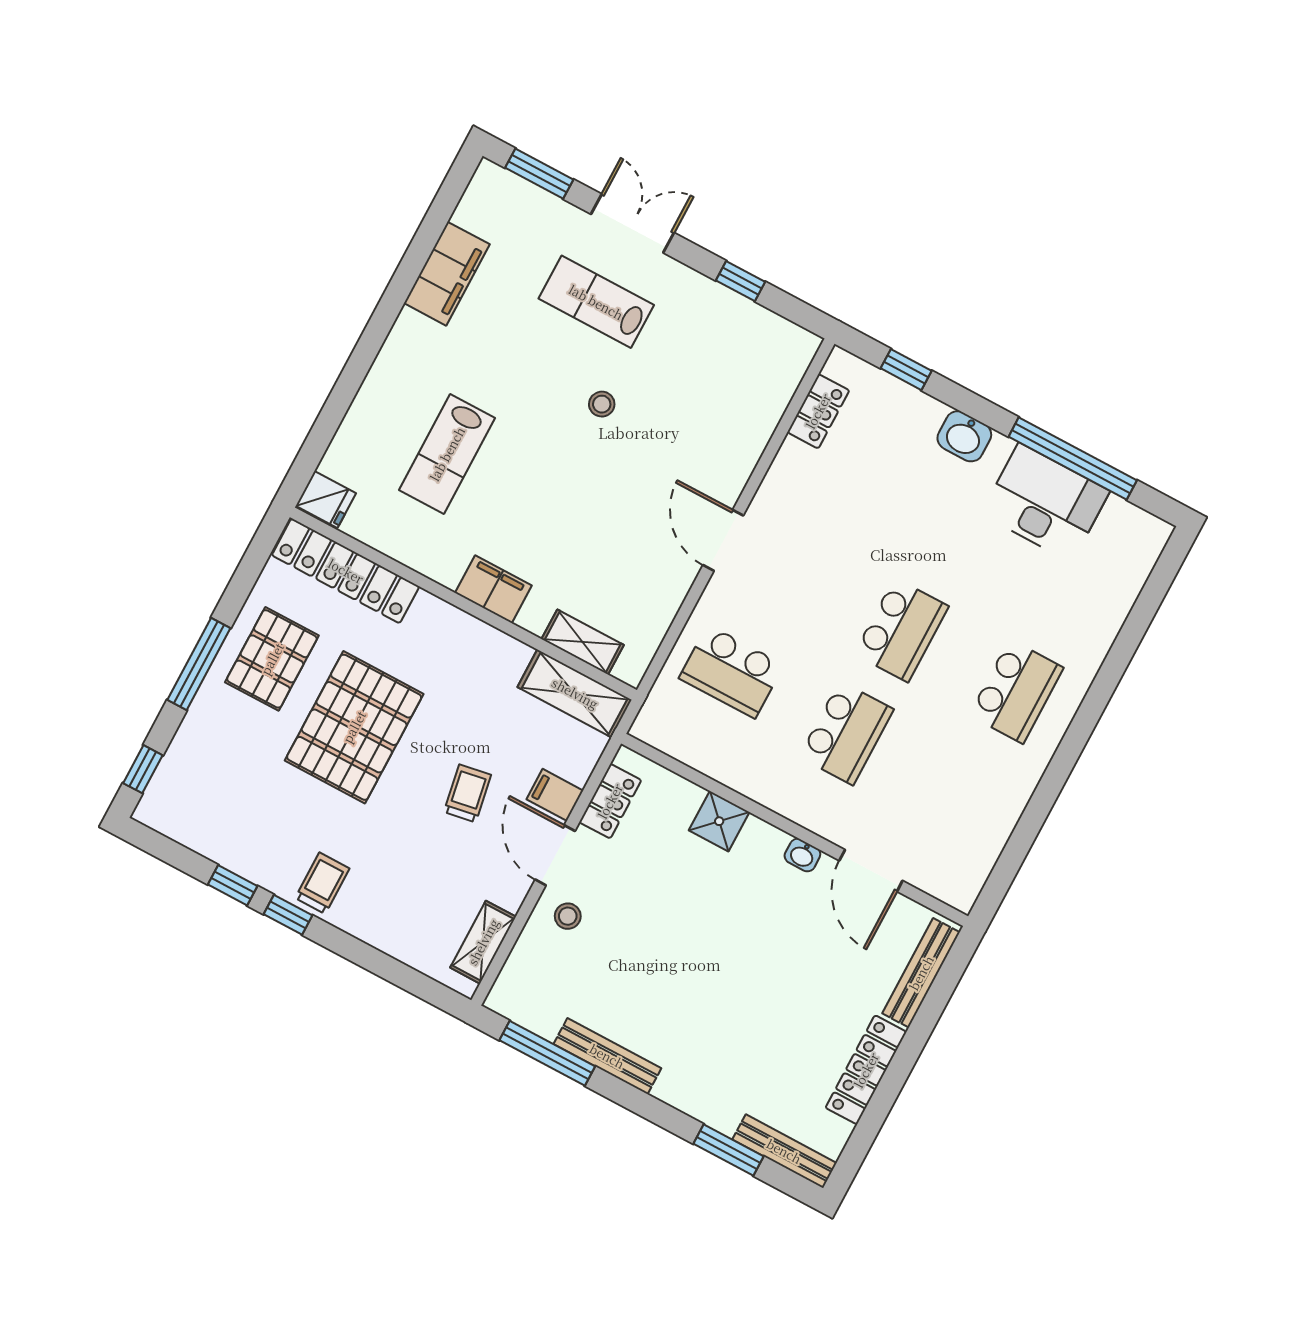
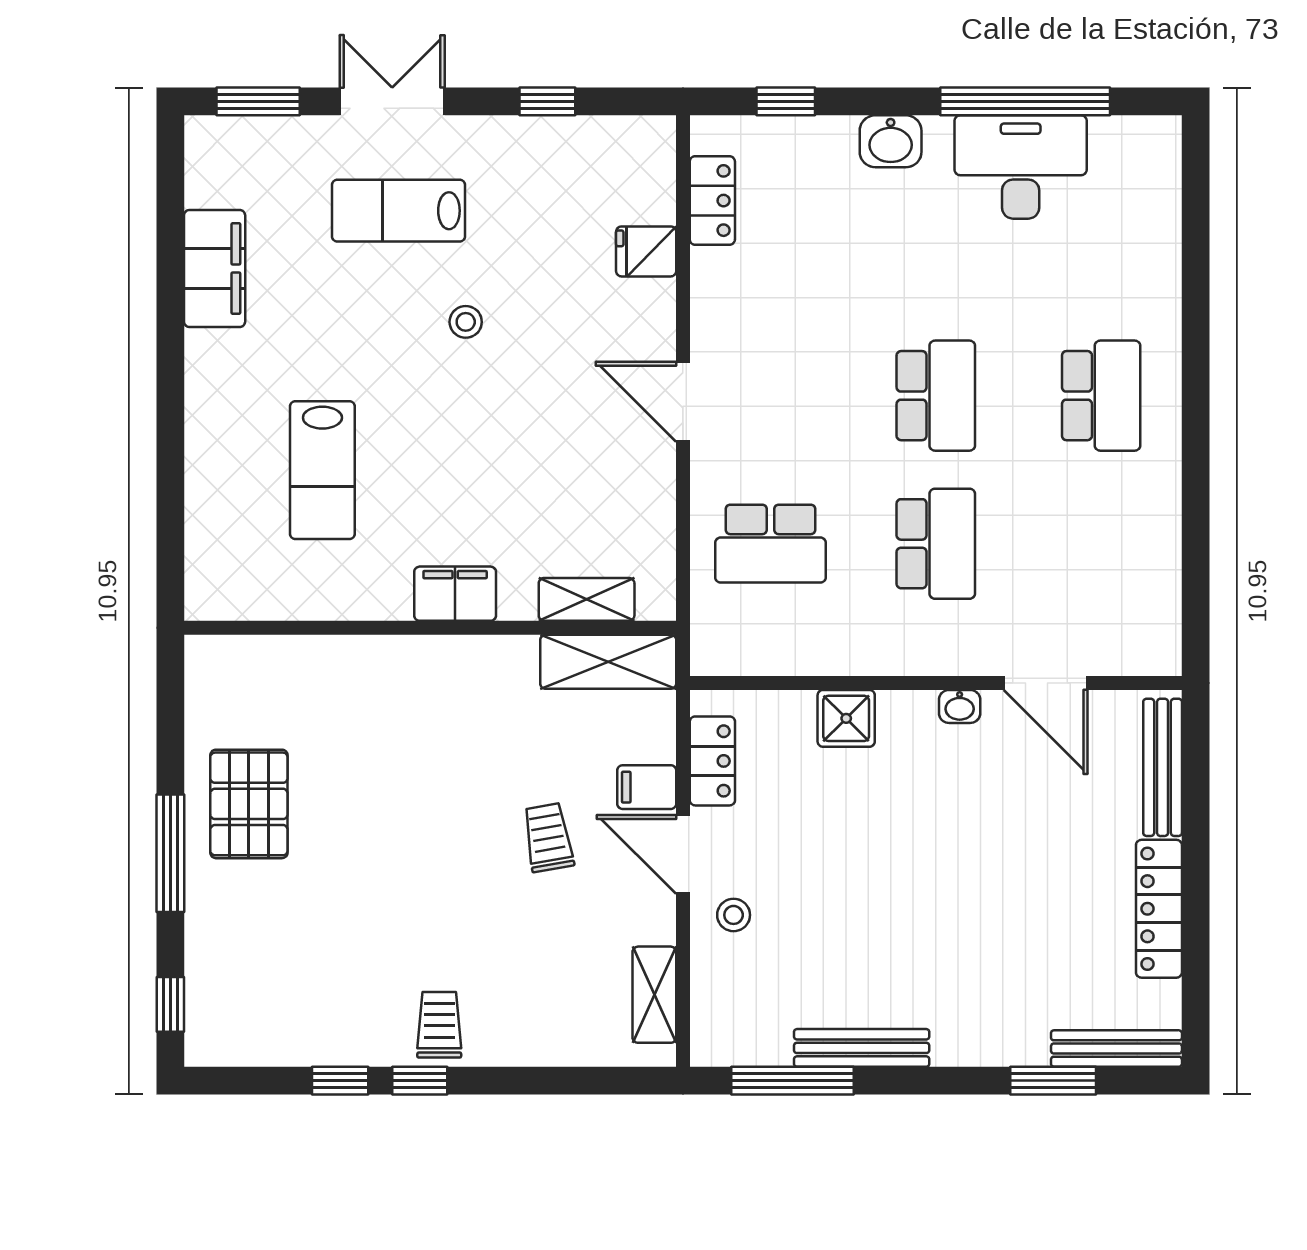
fridge: (326, 499) -> (646, 251), moved, turned 180
locker: (346, 571) -> (279, 661), removed
pallet: (354, 727) -> (382, 831), removed

